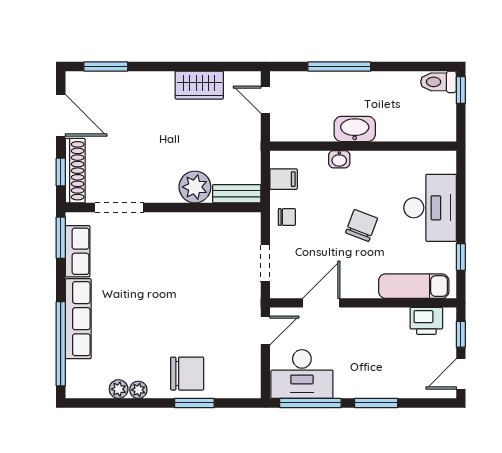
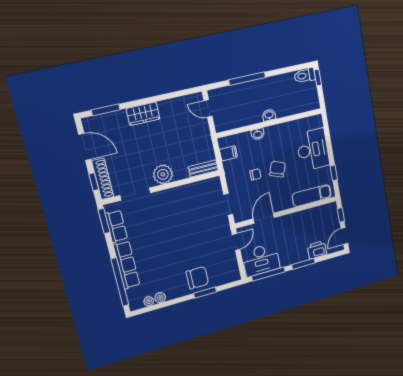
wardrobe: (199, 85) -> (143, 114), moved
washbasin: (355, 129) -> (269, 115), width x0.52, depth x0.69
plant: (195, 187) -> (163, 174), moved
chair: (287, 217) -> (255, 174), moved
printer: (426, 321) -> (317, 250), moved, turned 180
plant: (138, 390) -> (149, 301), moved

